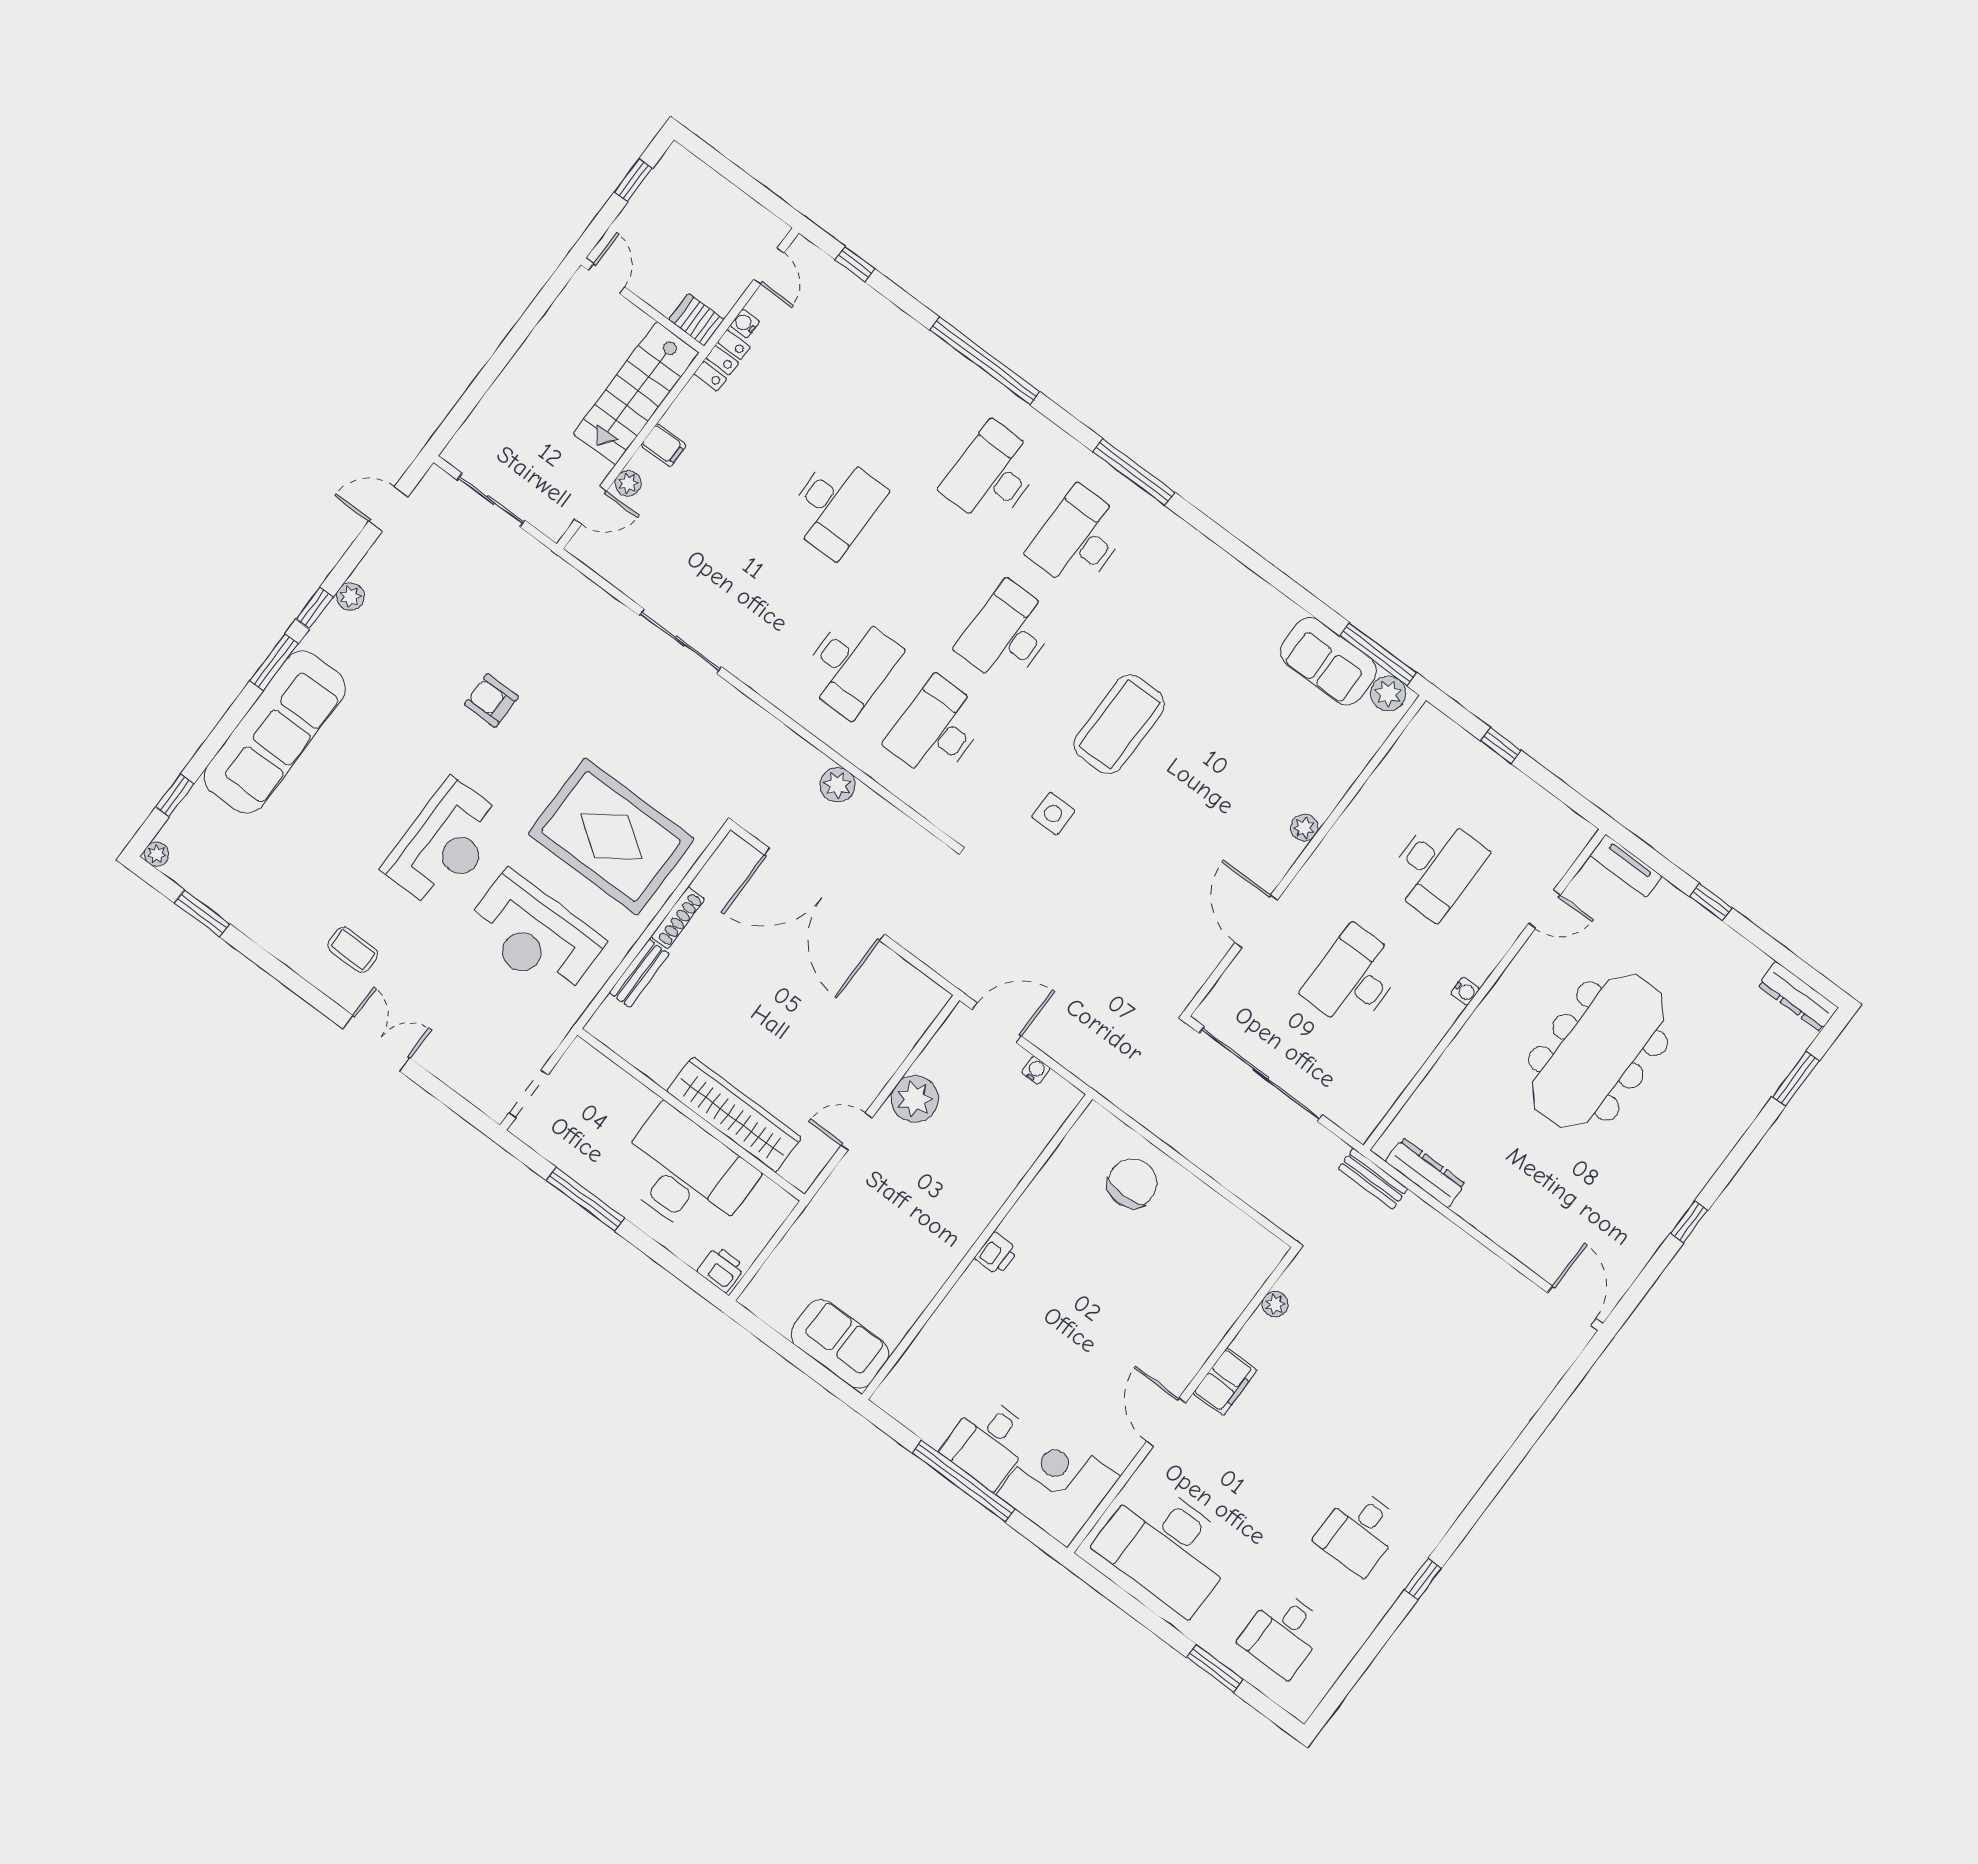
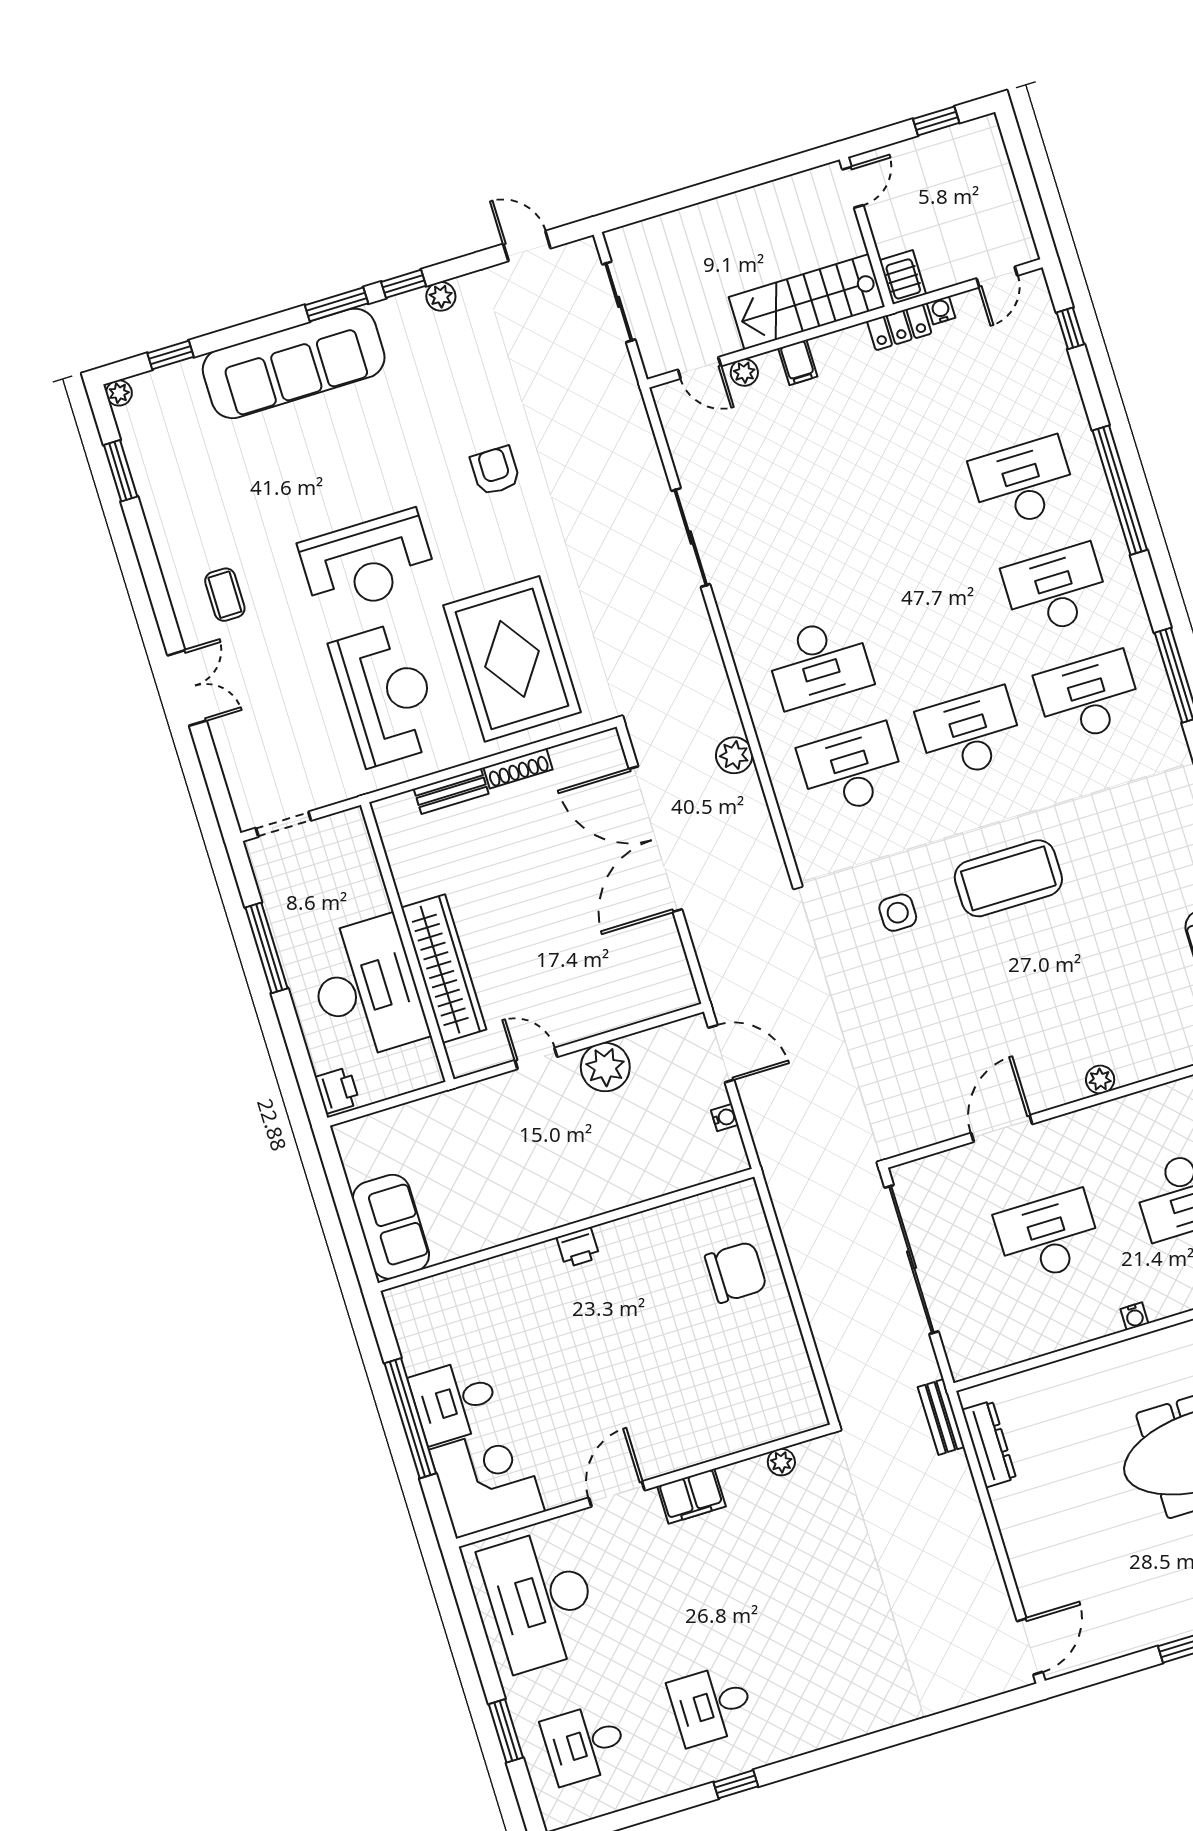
desk: (835, 506) -> (1023, 483), moved, turned 180
reception desk: (534, 935) -> (386, 694), turned 180

